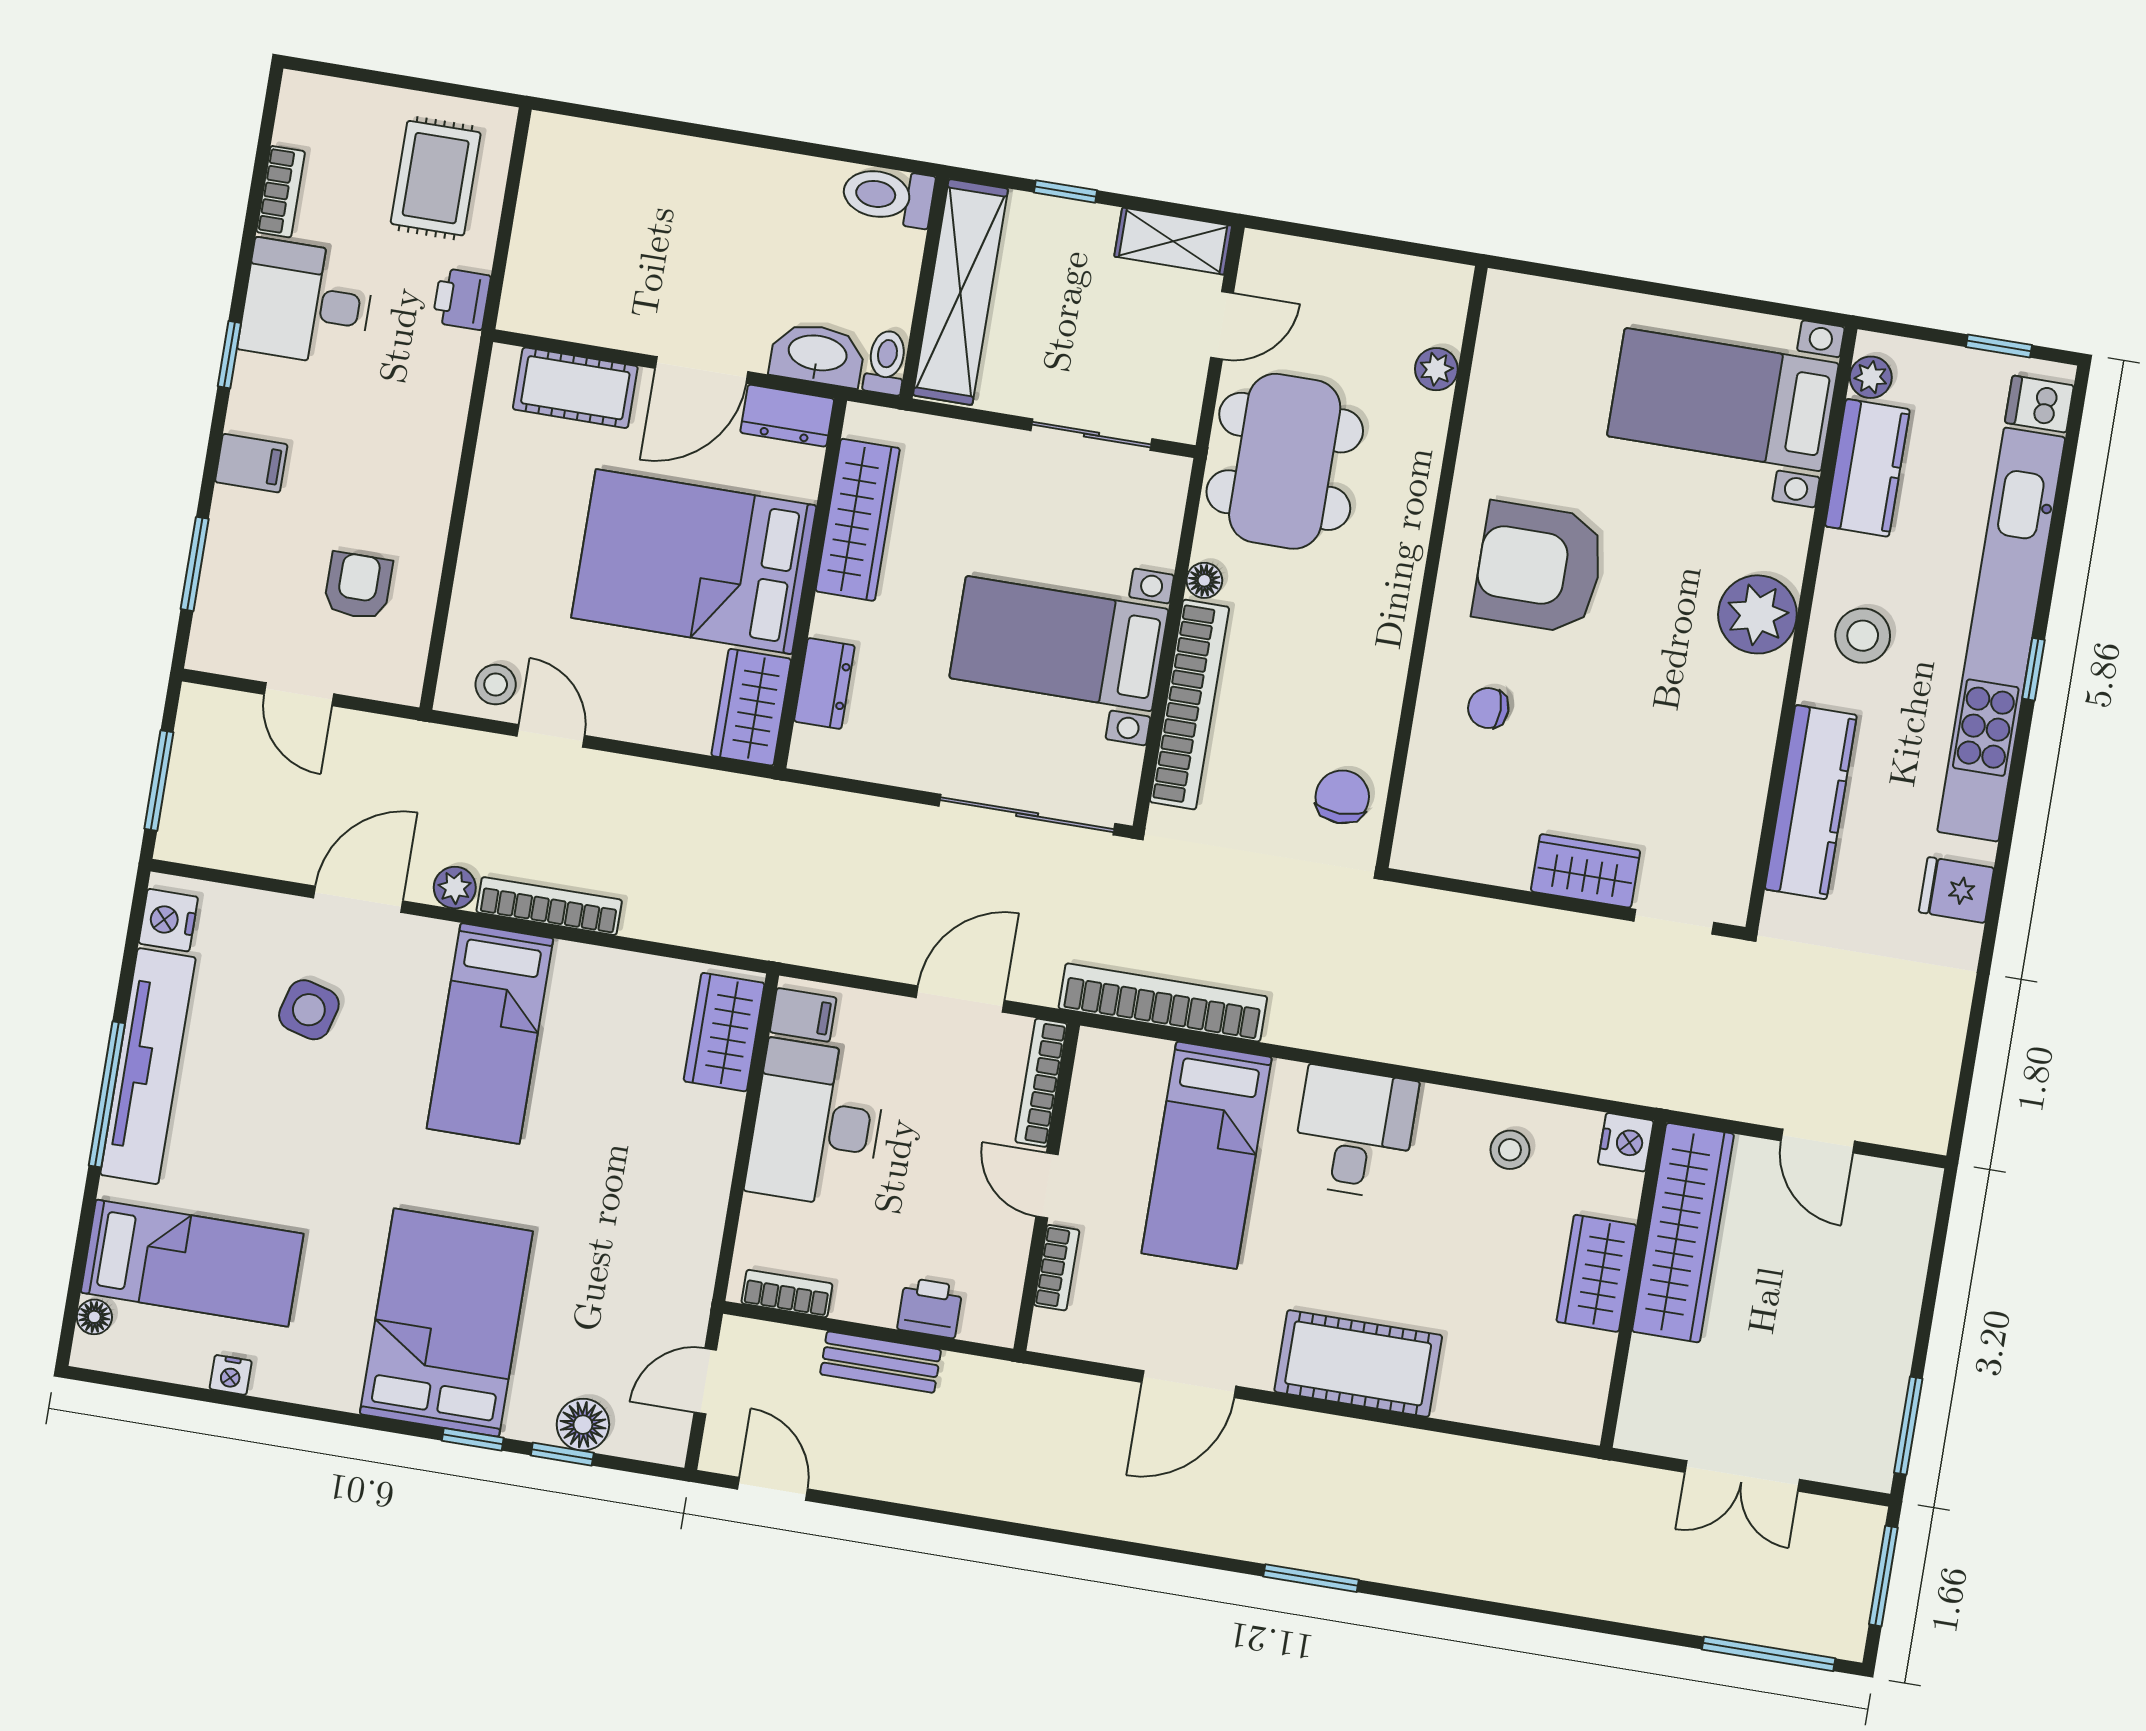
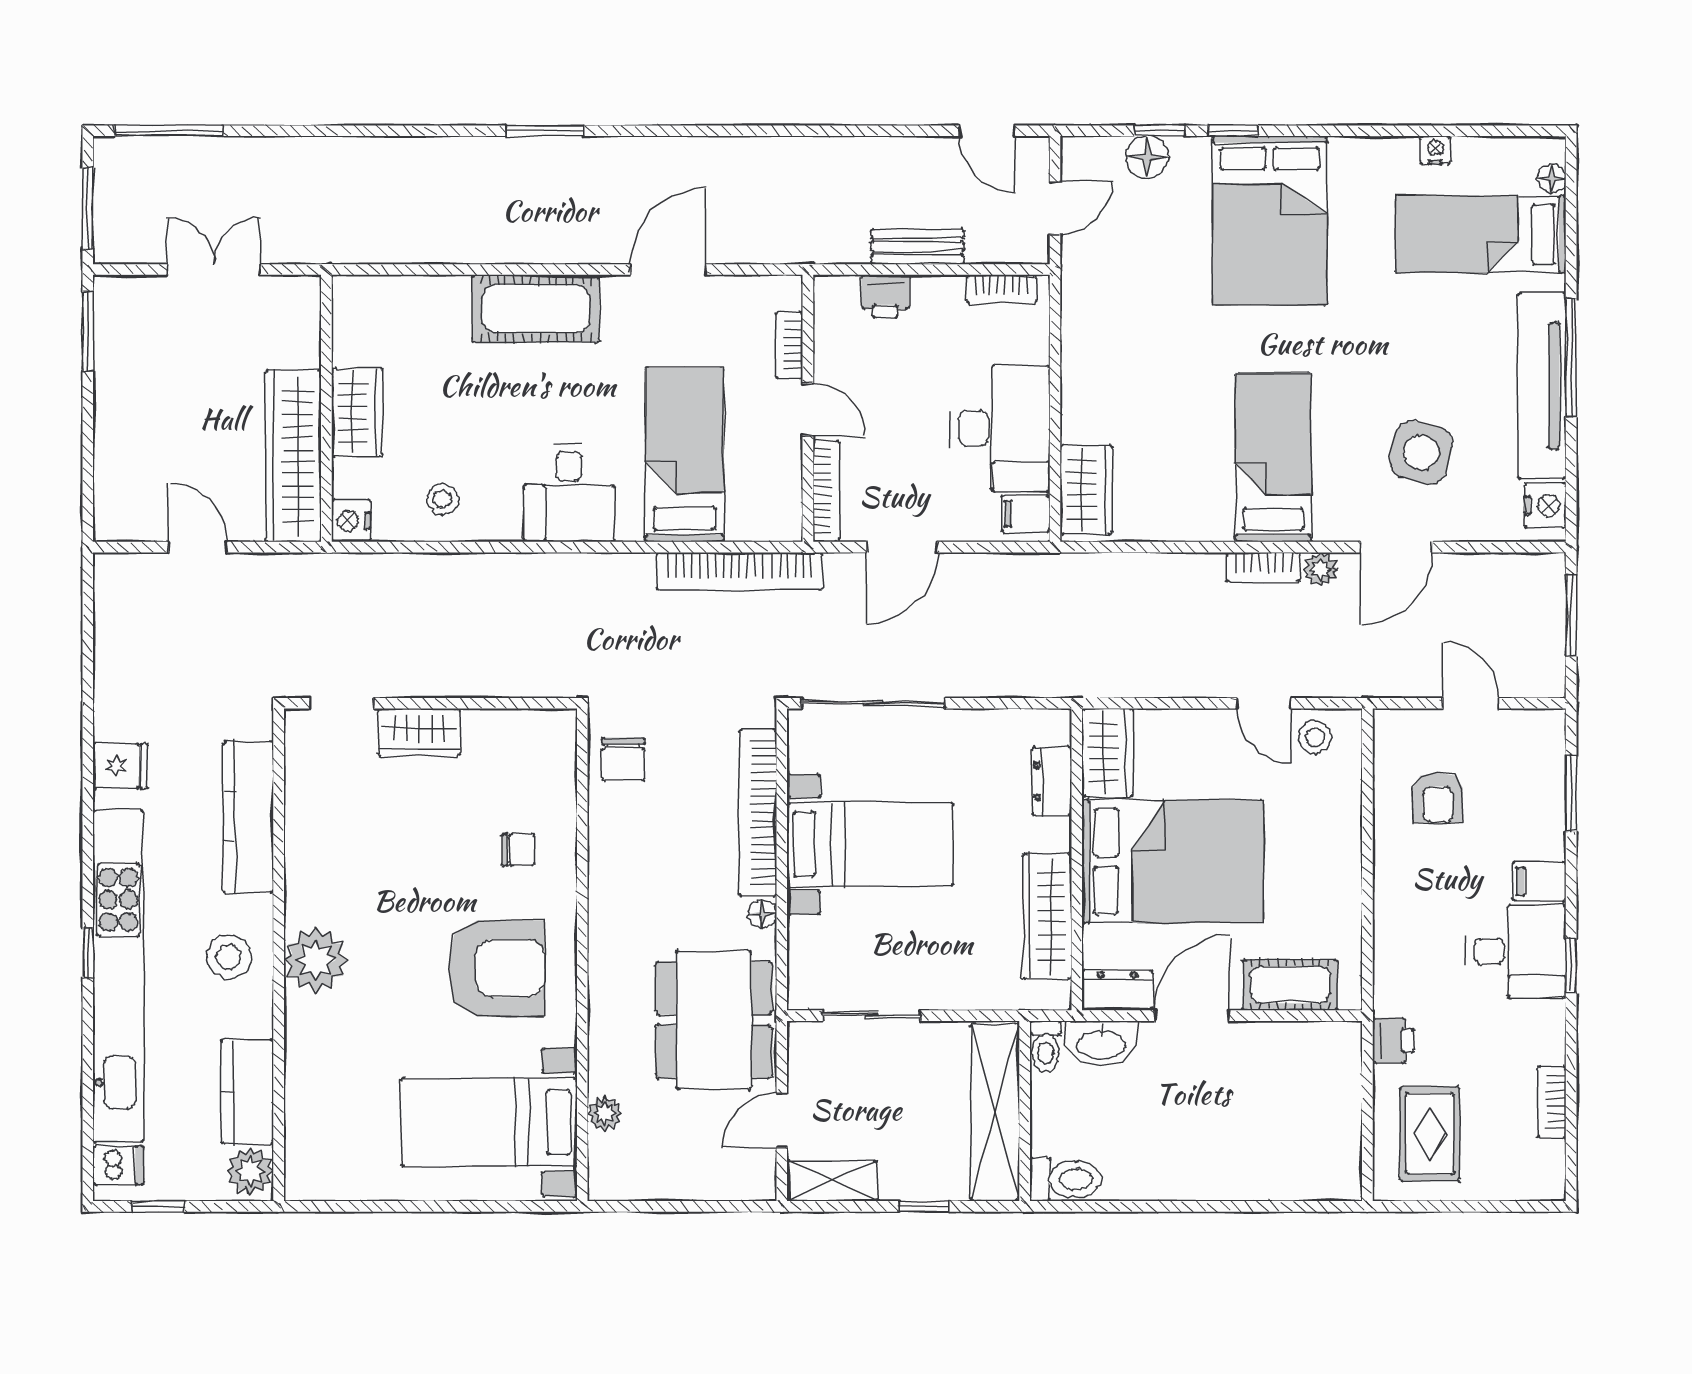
desk: (307, 303) -> (1516, 951), moved
plant: (1871, 377) -> (250, 1171), width x1.38, depth x1.38
bed with nightstands: (1723, 400) -> (489, 1122), moved, turned 180
bookcase: (549, 906) -> (1263, 567), width x0.64
side table: (309, 1010) -> (1421, 452), width x1.37, depth x1.37

